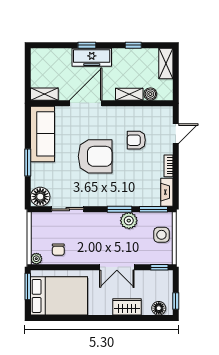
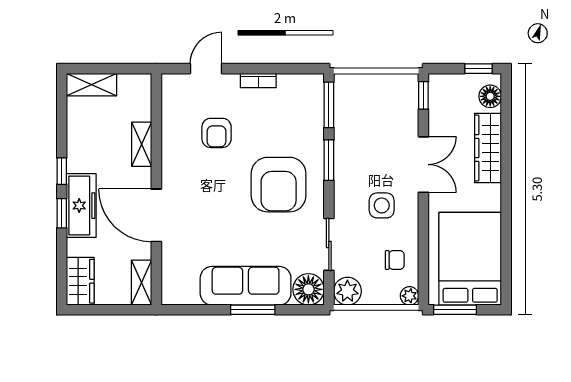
window: (133, 45) -> (62, 171), moved
wardrobe: (45, 57) -> (80, 281), added
boiler: (150, 94) -> (141, 110), removed
sofa: (42, 134) -> (246, 286), moved
door: (176, 134) -> (206, 69), hinge flipped
armchair: (95, 156) -> (279, 185), moved, turned 180
fireplace: (167, 192) -> (301, 83), removed
plant: (129, 221) -> (347, 291), moved
side table: (161, 235) -> (382, 205), moved
wardrobe: (127, 307) -> (488, 148), width x1.50

